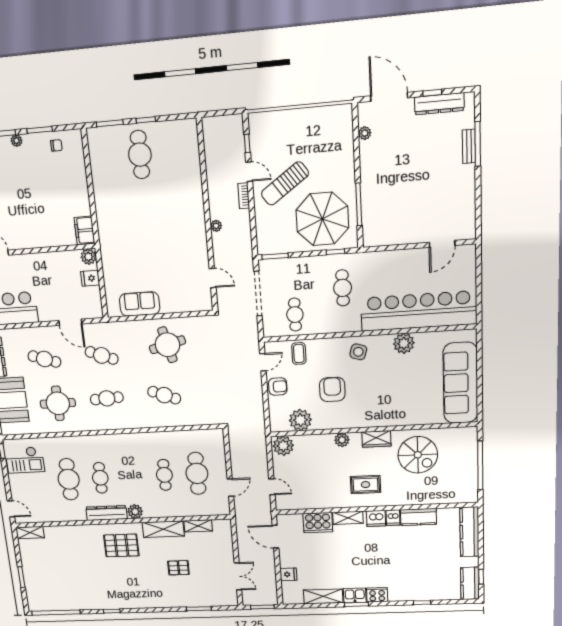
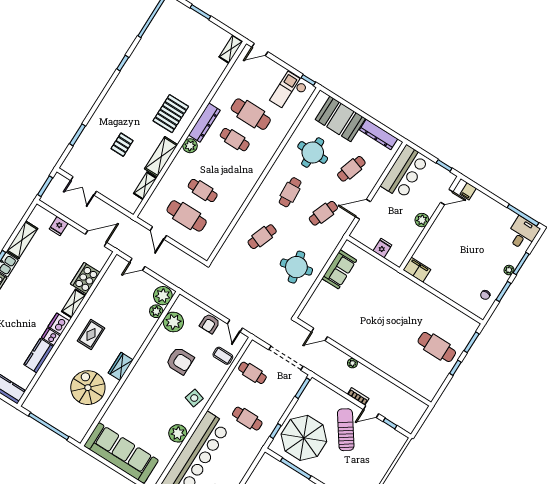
plant: (89, 257) -> (422, 220), moved
plant: (342, 440) -> (156, 311), moved
spiral stairs: (418, 455) -> (88, 388), turned 90

